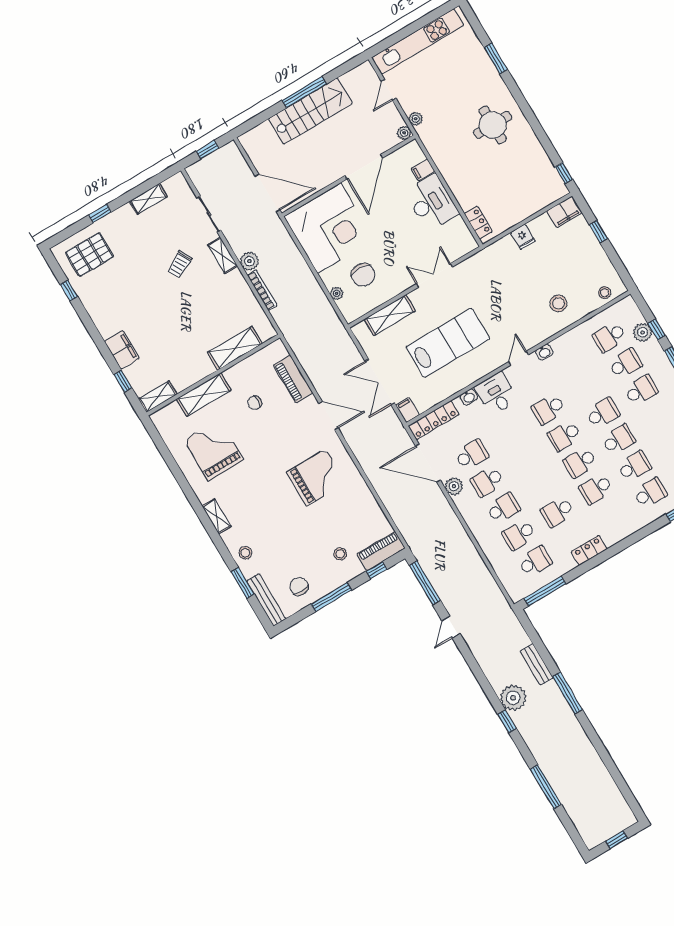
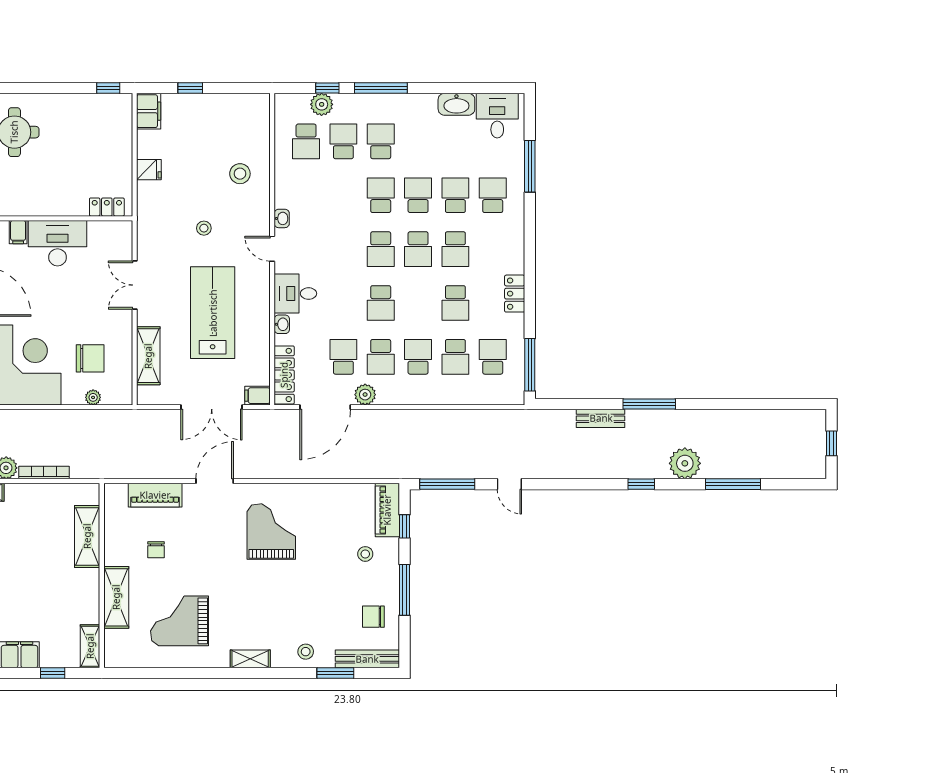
stool: (605, 293) -> (204, 228), moved
school desk: (548, 409) -> (381, 303), moved
plant: (513, 698) -> (685, 463), moved

